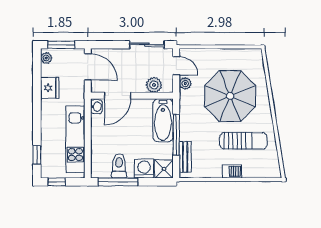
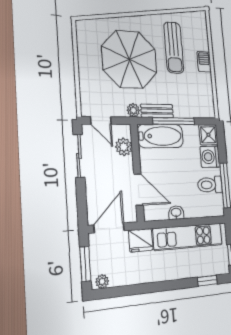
door: (176, 66) -> (101, 120), swing flipped
plant: (185, 84) -> (133, 110), moved
fridge: (50, 88) -> (141, 240), moved, turned 180
washbasin: (96, 107) -> (176, 213), moved
sun lounger: (243, 141) -> (174, 48), turned 180
bench: (185, 157) -> (157, 111), moved

